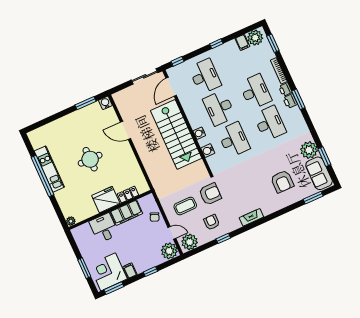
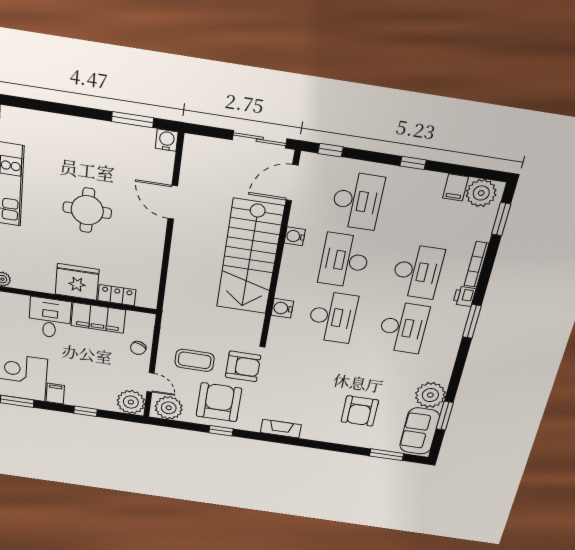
printer: (290, 101) -> (458, 316), removed
water cooler: (199, 133) -> (295, 236), moved
armchair: (212, 222) -> (219, 402), width x1.88, depth x1.88

